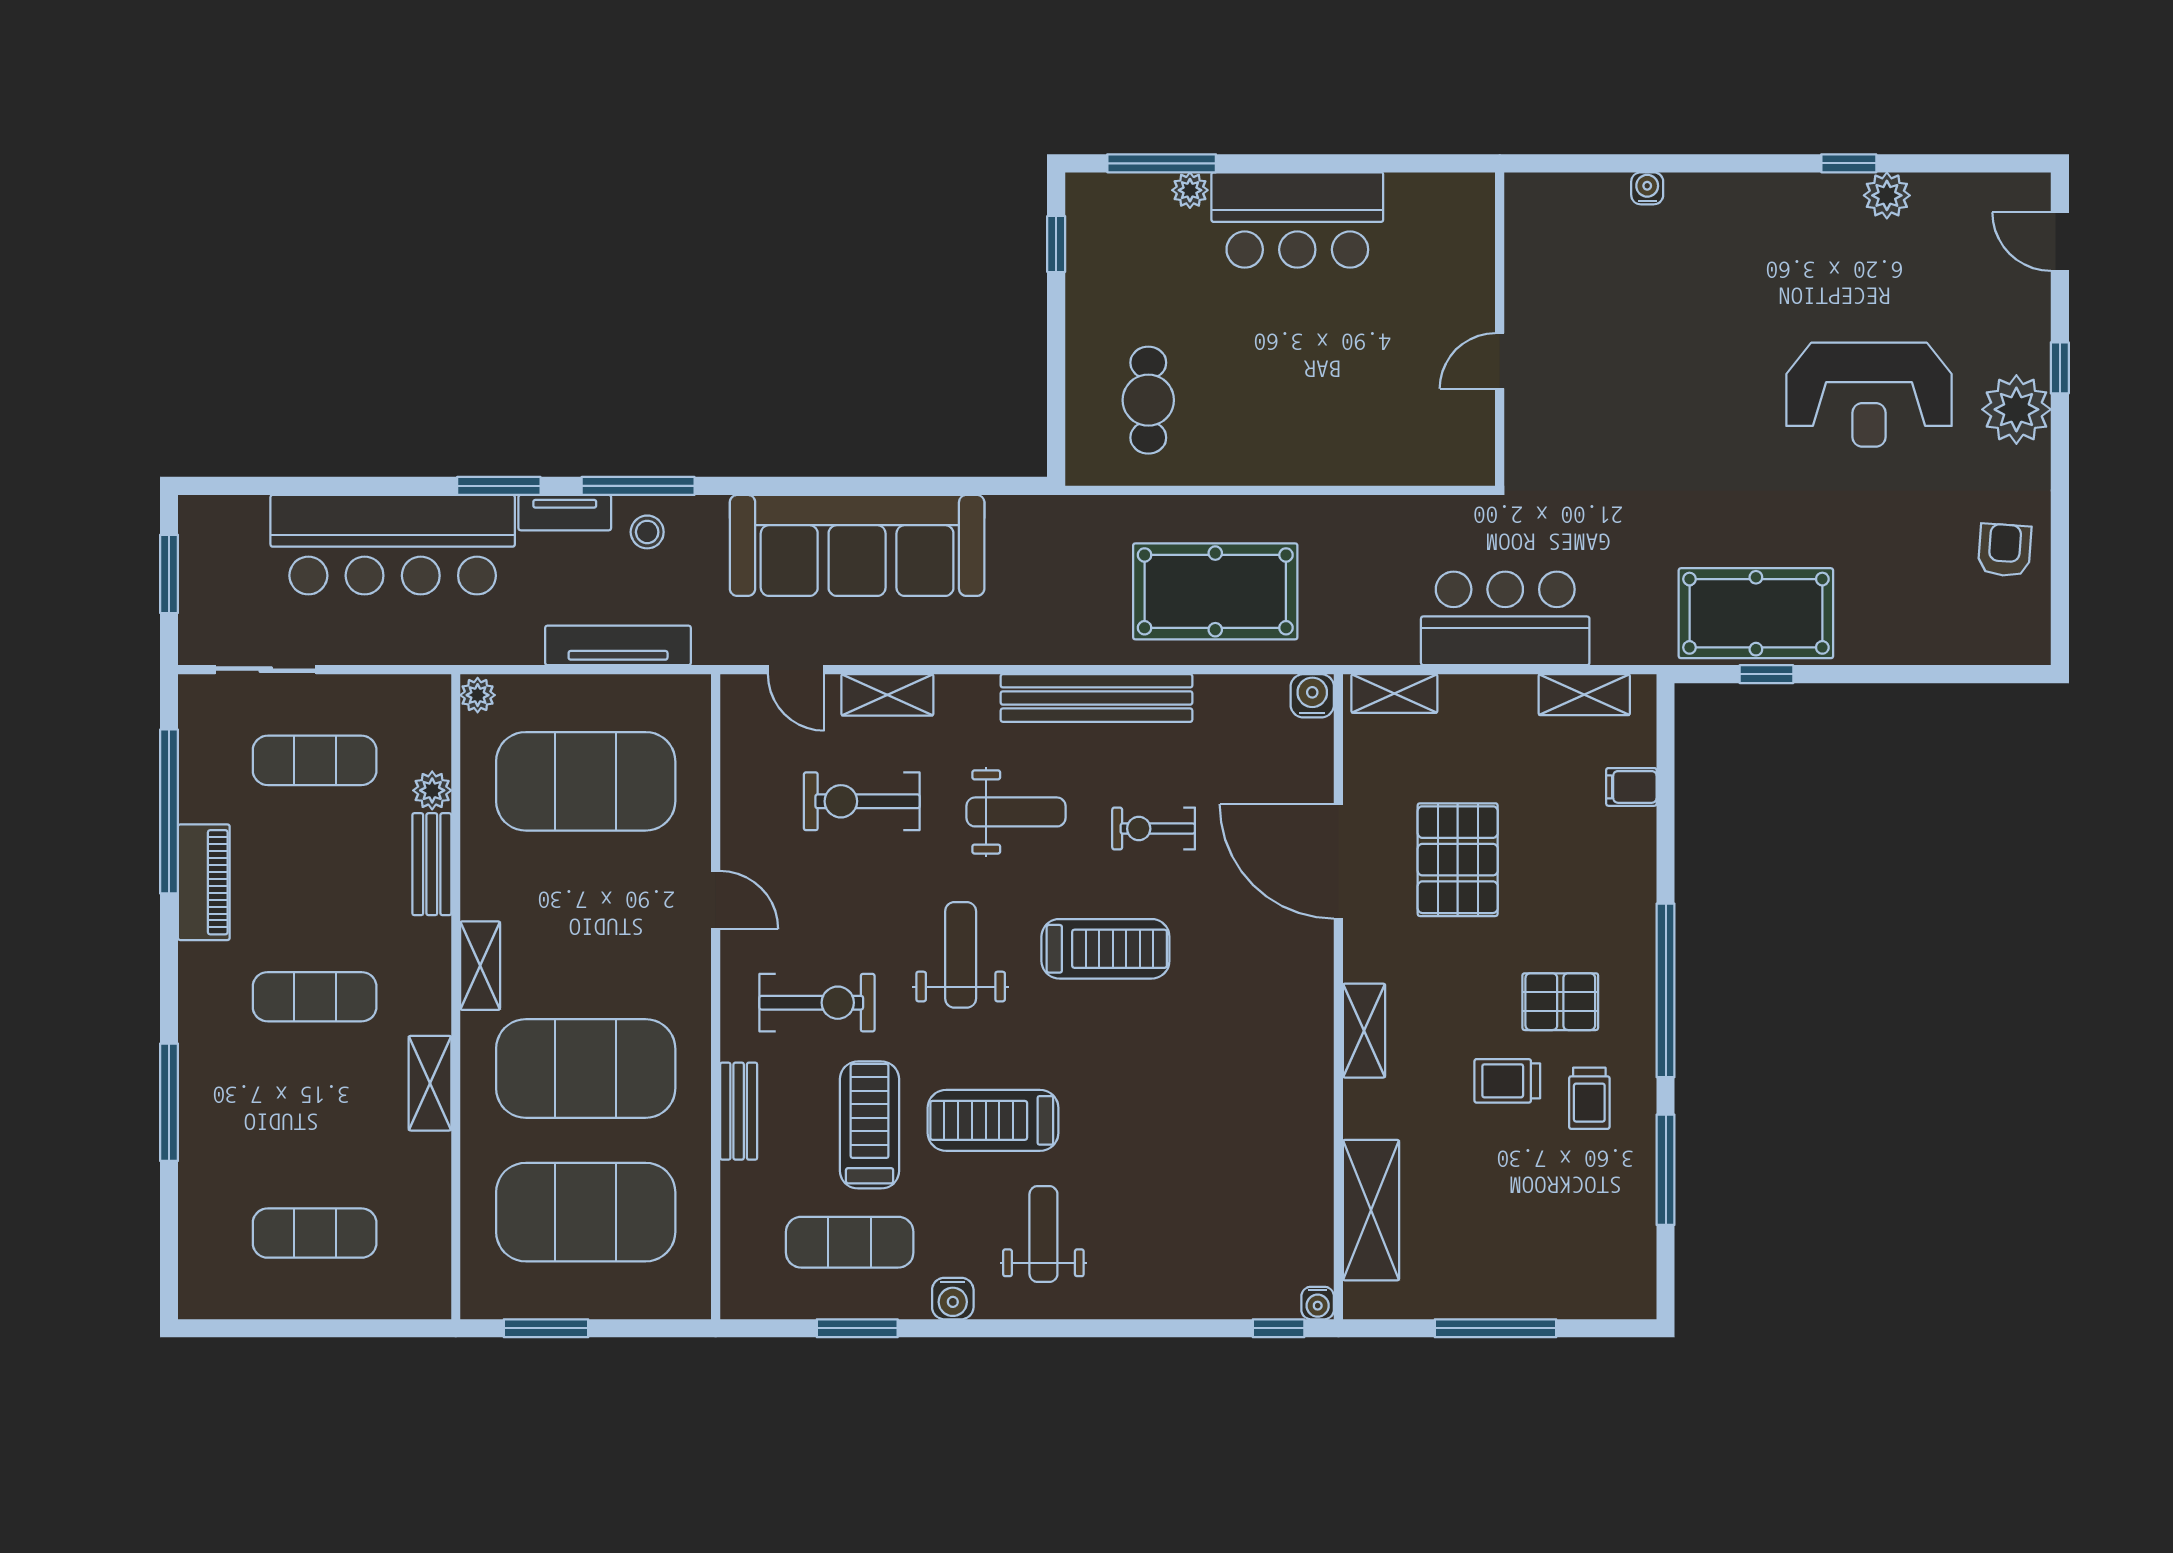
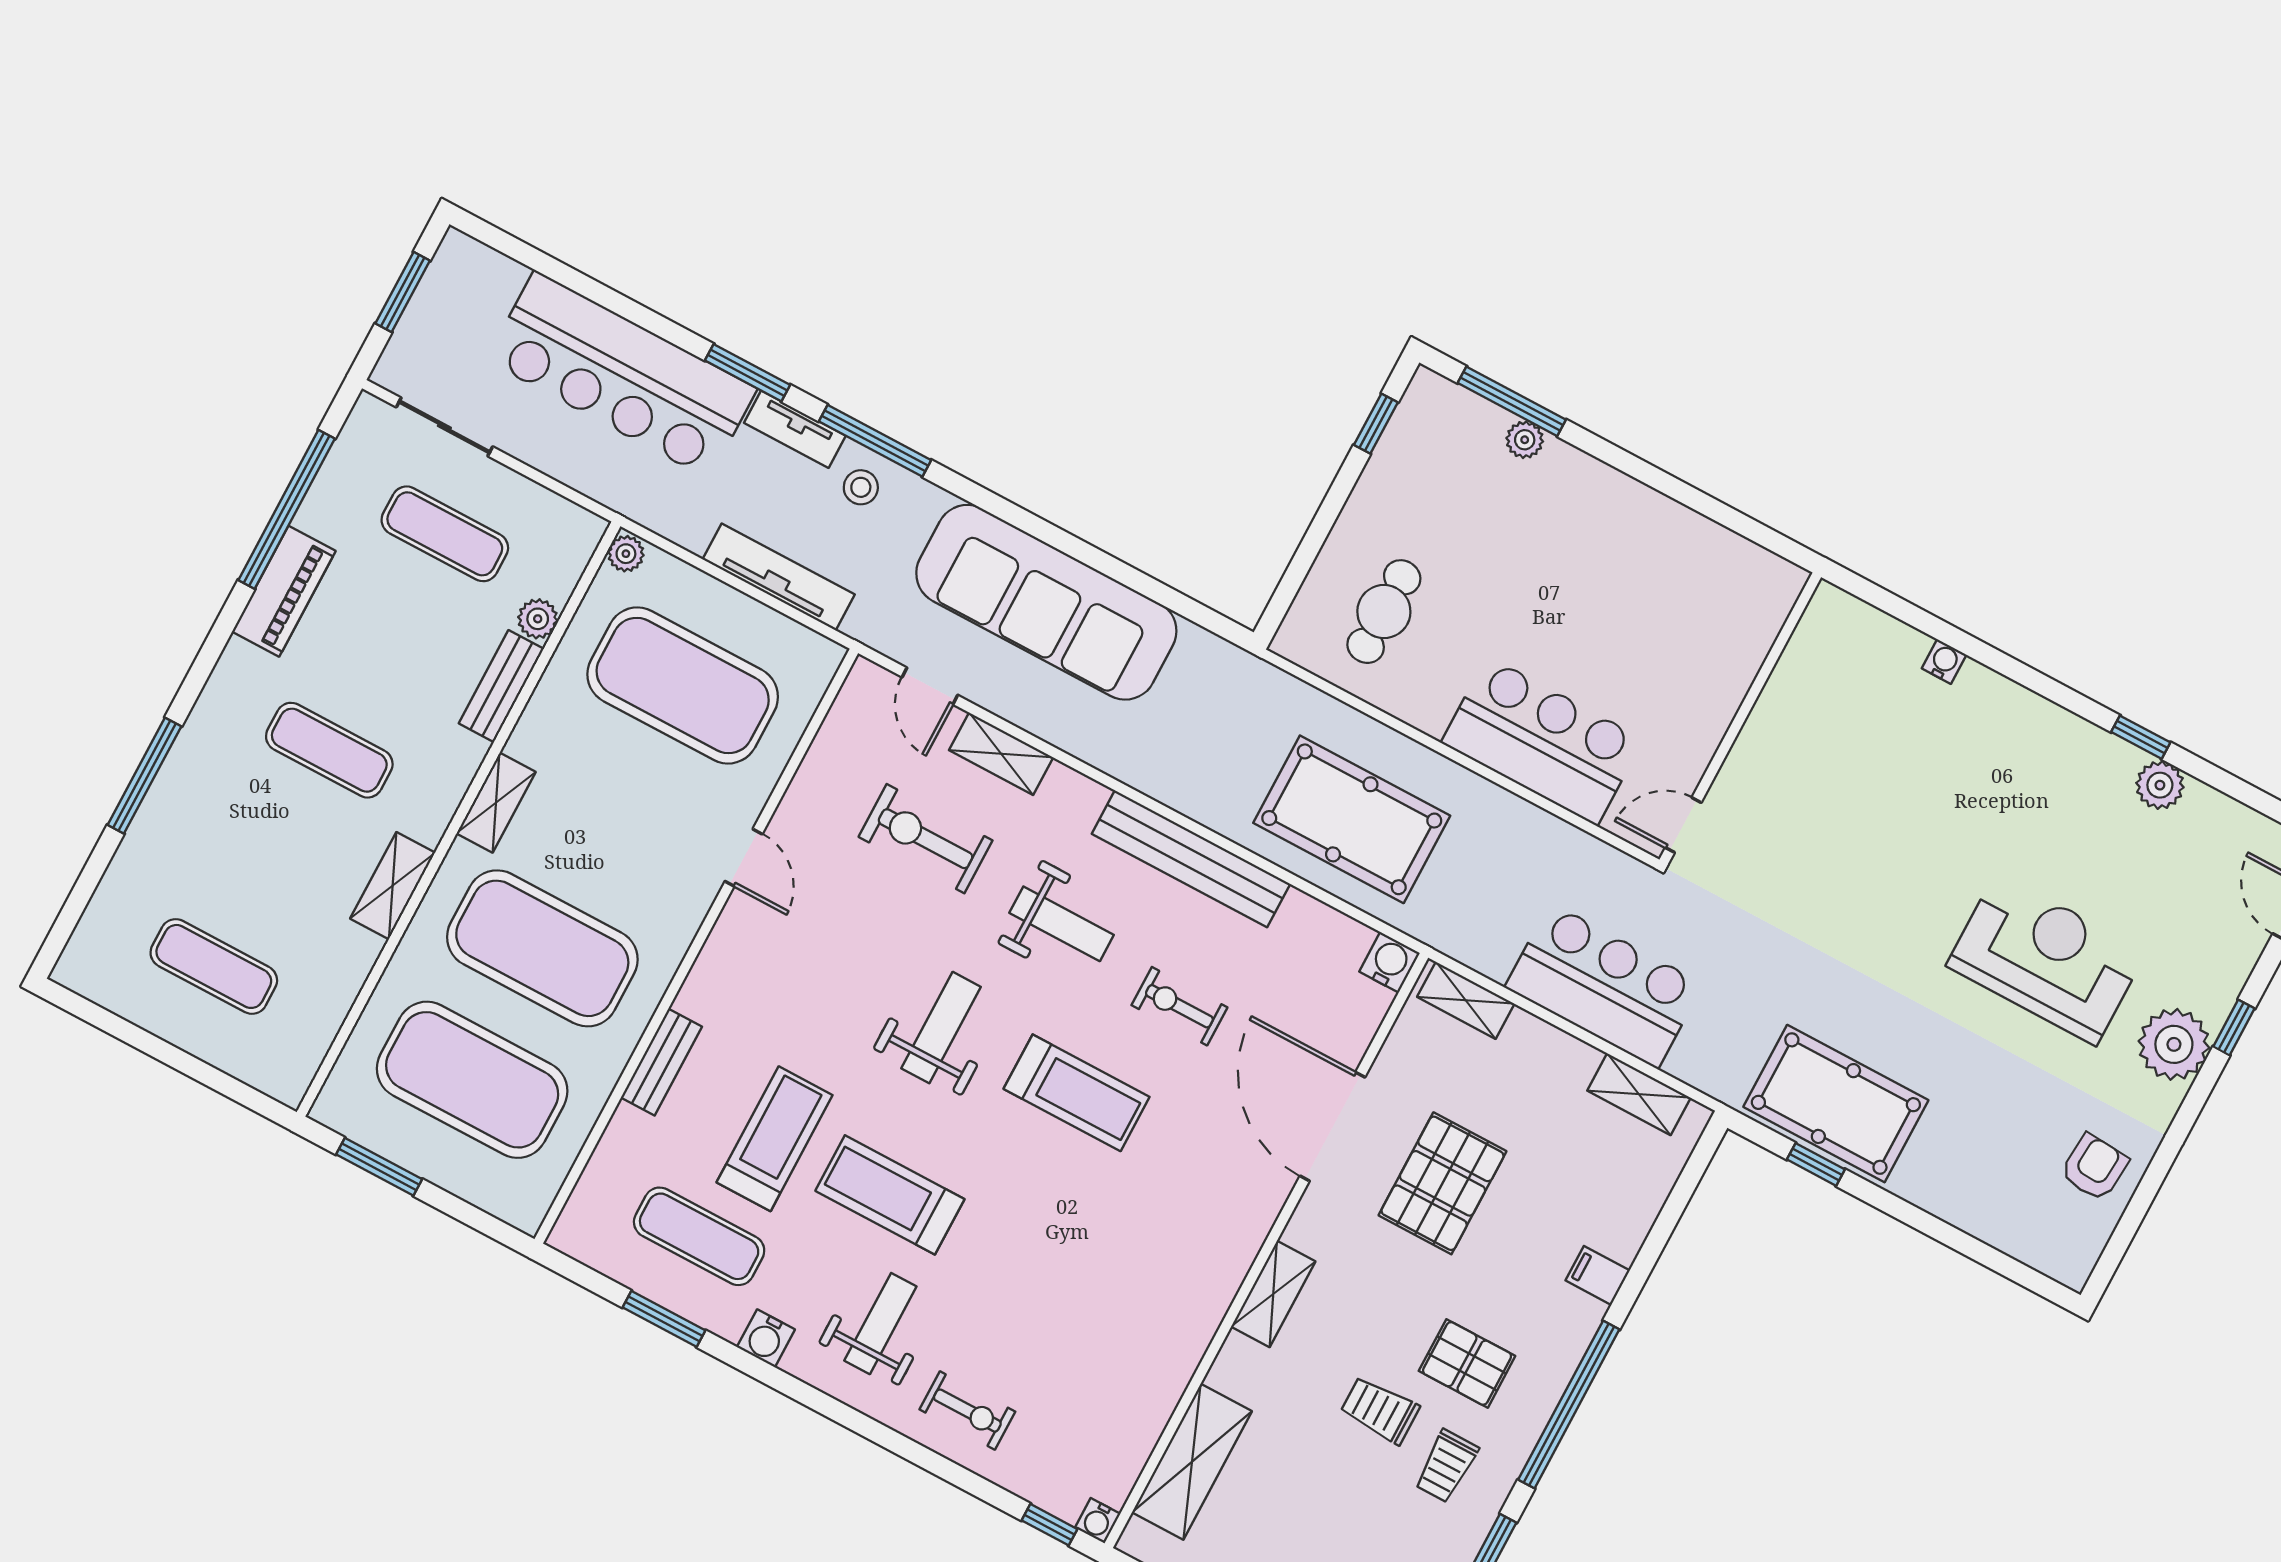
bar counter: (1297, 220) -> (1542, 741), moved, turned 180
door: (1500, 361) -> (1683, 825), moved
reception desk: (1869, 395) -> (2046, 959), turned 180
filing cabinet: (1631, 787) -> (1598, 1275), moved
exercise bike: (817, 1003) -> (967, 1411), moved, width x0.73, depth x0.72

